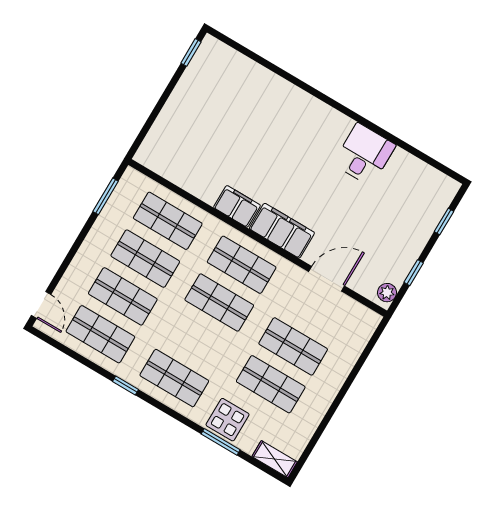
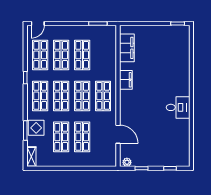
desk: (364, 154) -> (178, 107), moved
shop shelf: (168, 221) -> (61, 96), moved
filing cabinet: (282, 231) -> (127, 48), moved

